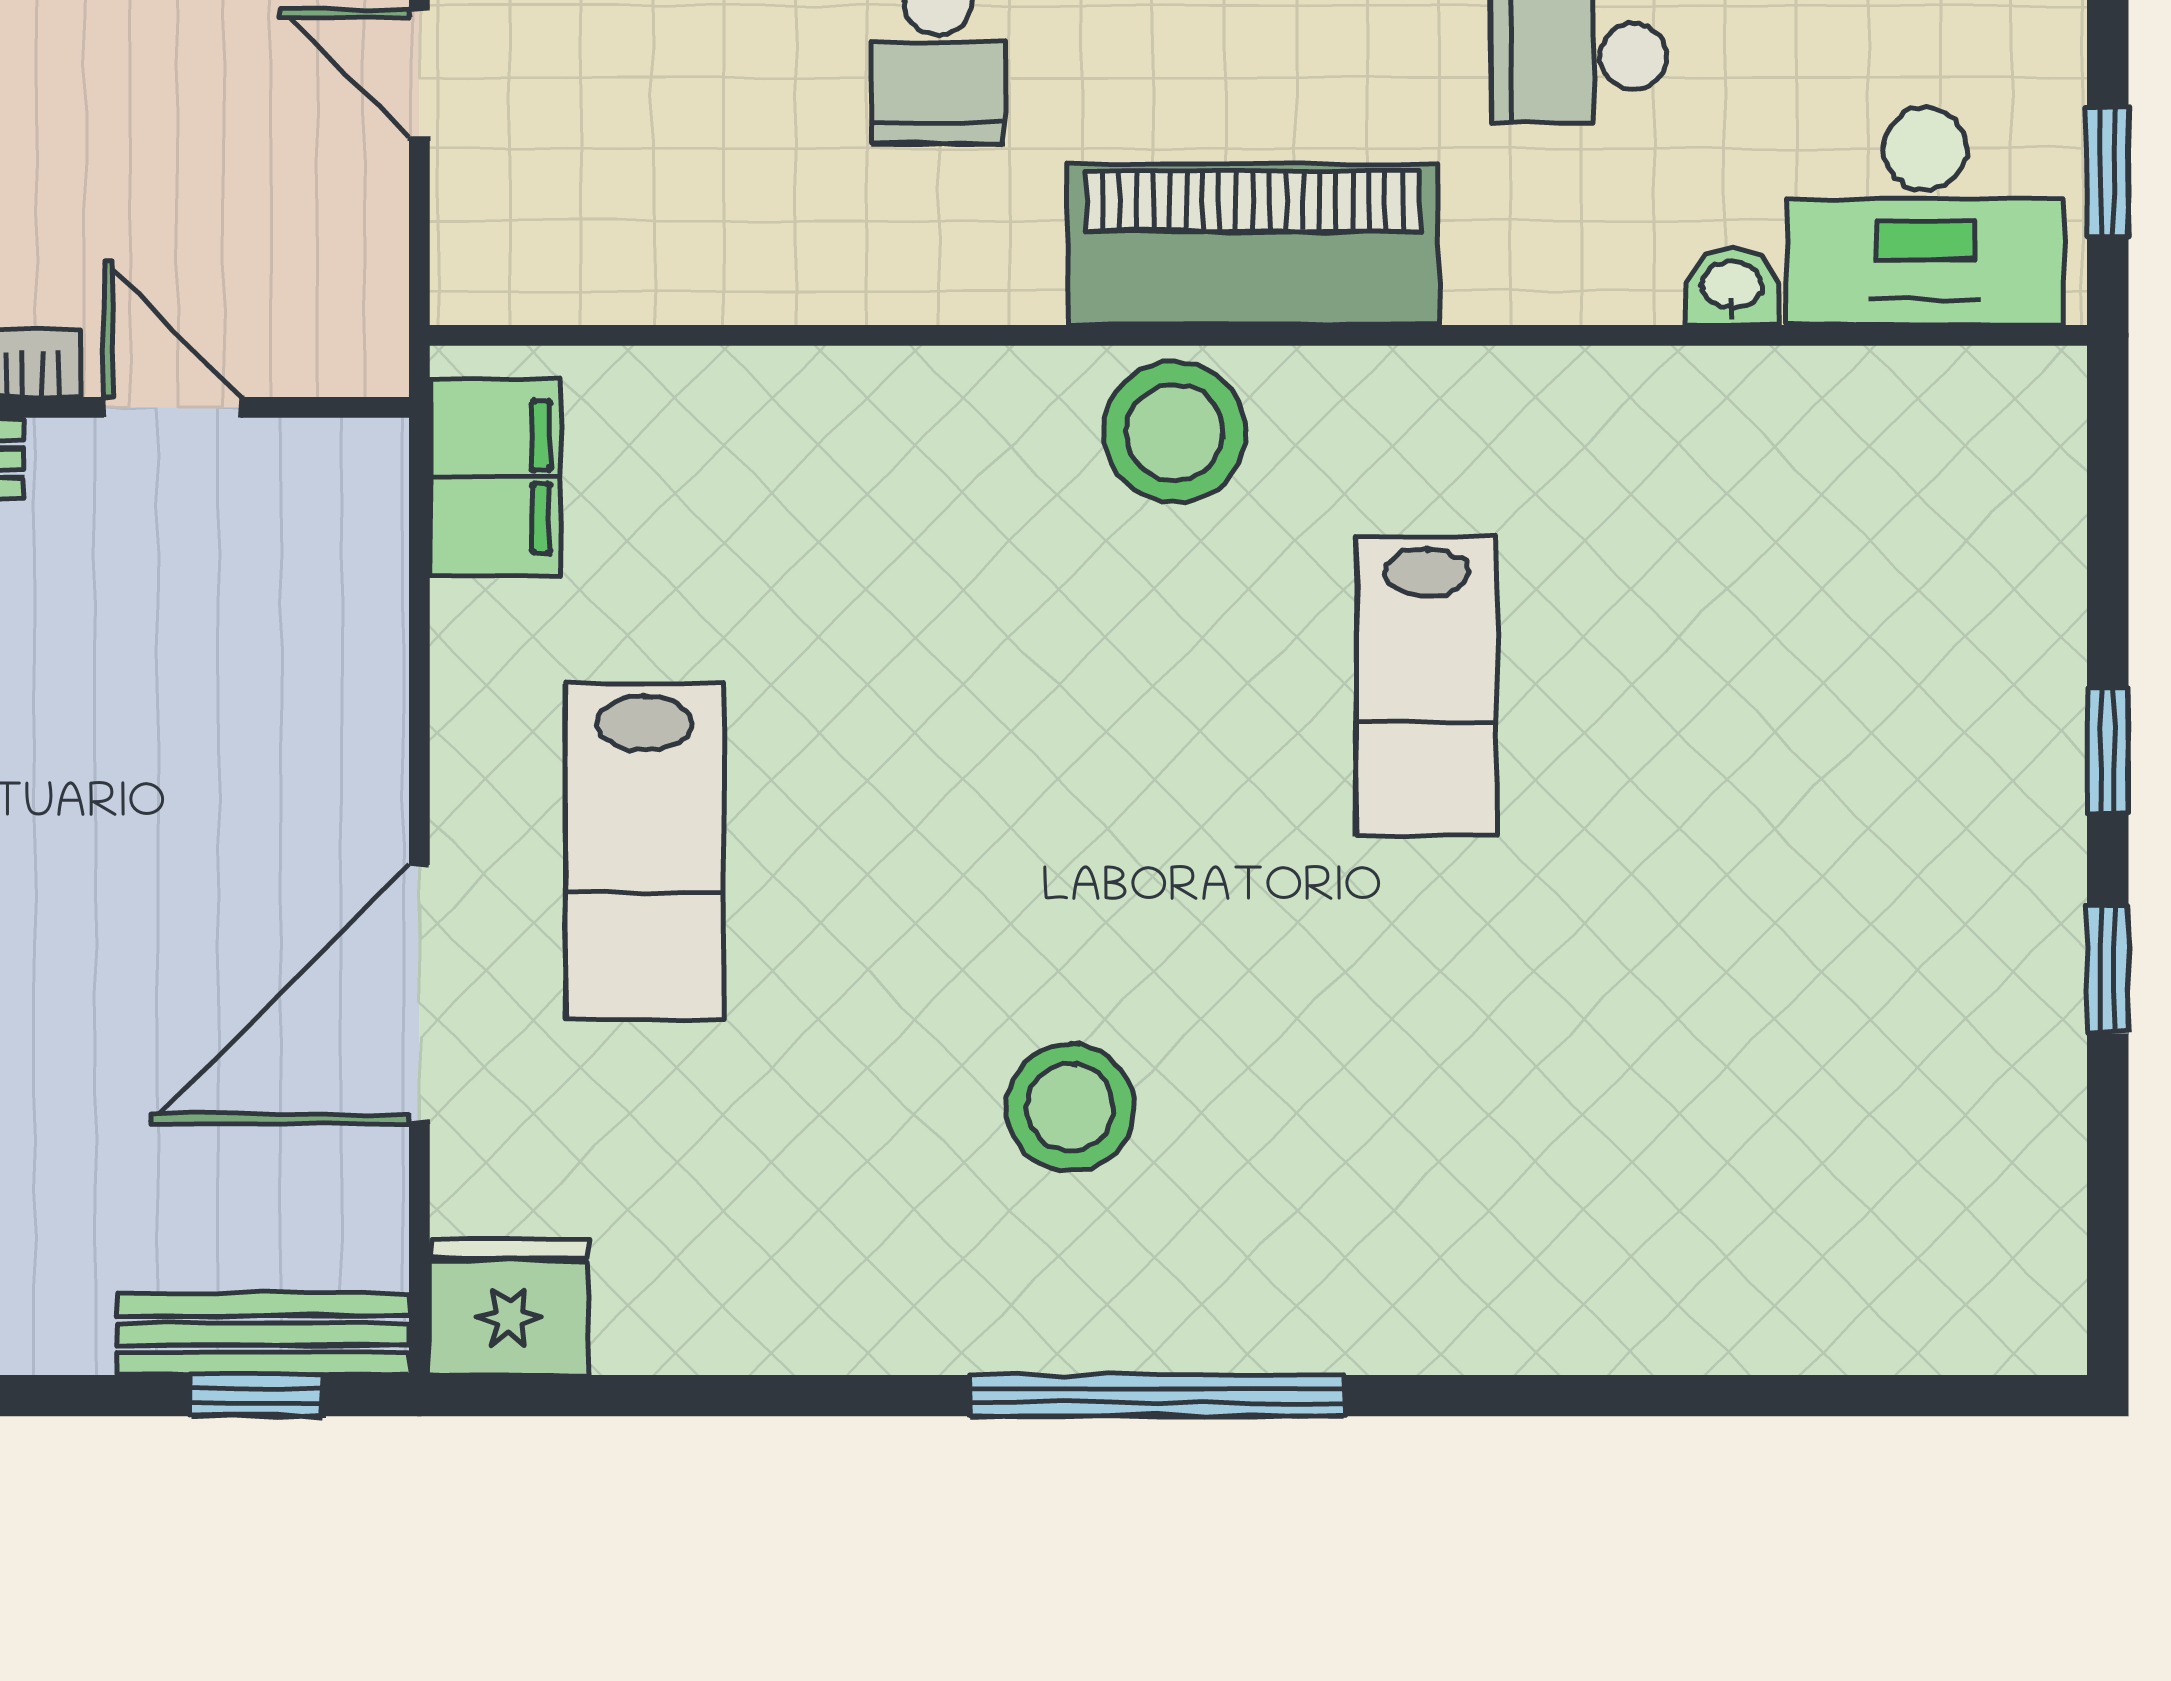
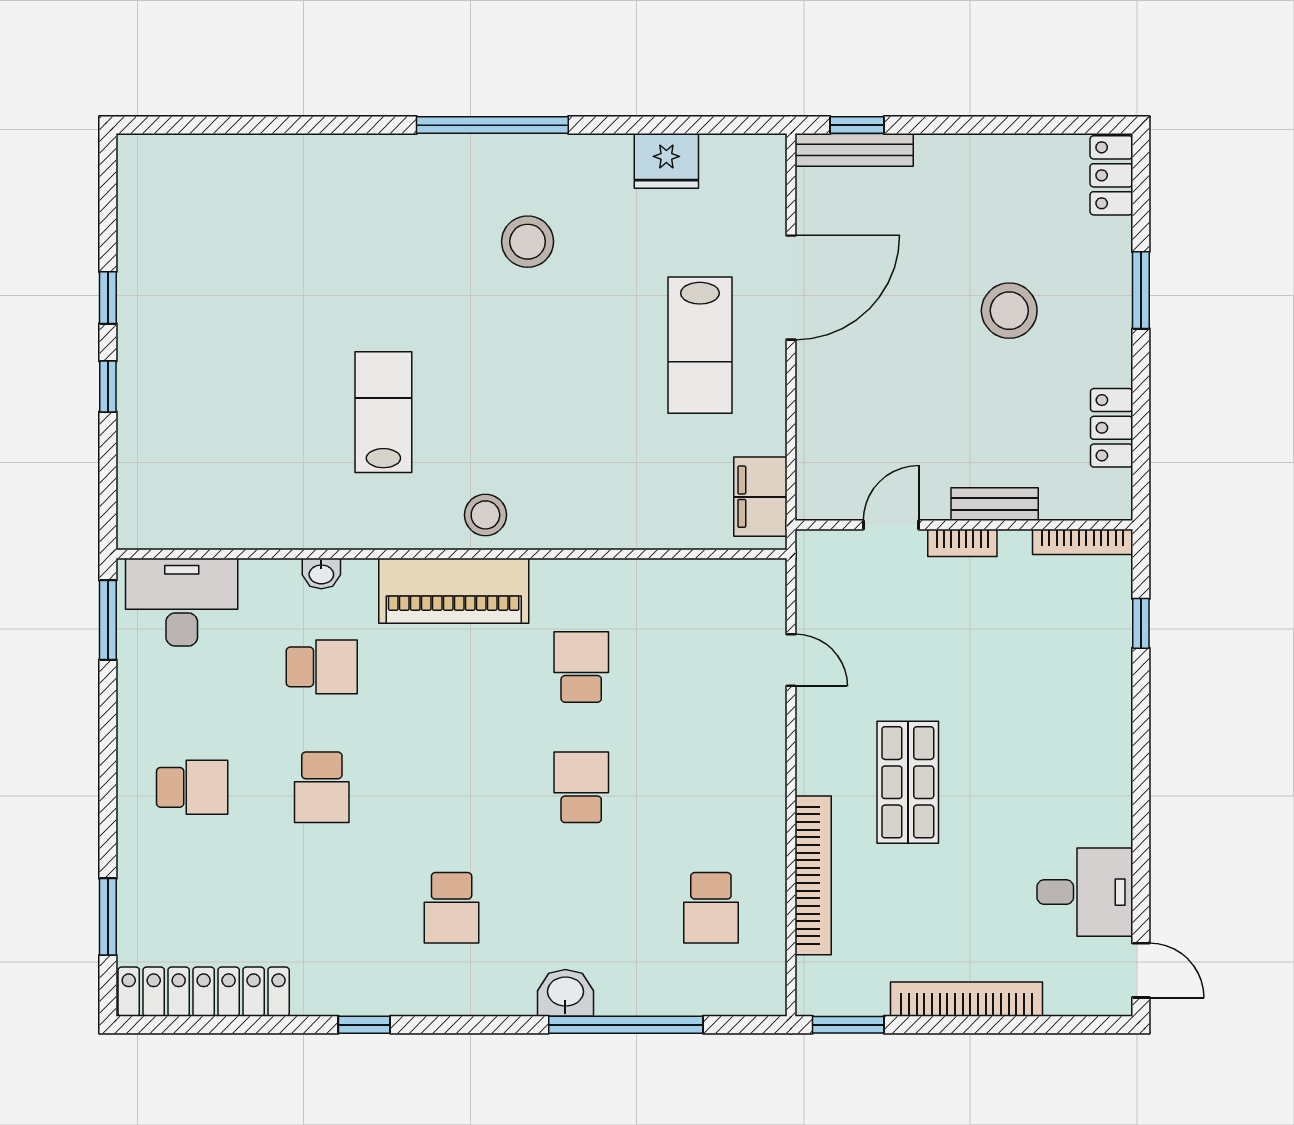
window: (2108, 172) -> (108, 620), width x1.50
washbasin: (1732, 287) -> (321, 574), moved
door: (172, 407) -> (891, 525), swing flipped
stool: (1175, 432) -> (485, 515), width x0.73, depth x0.73
lab bench: (644, 852) -> (700, 345), turned 180
fridge: (509, 1307) -> (666, 161), moved

